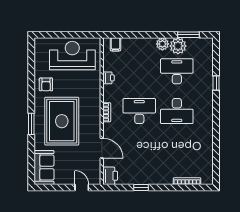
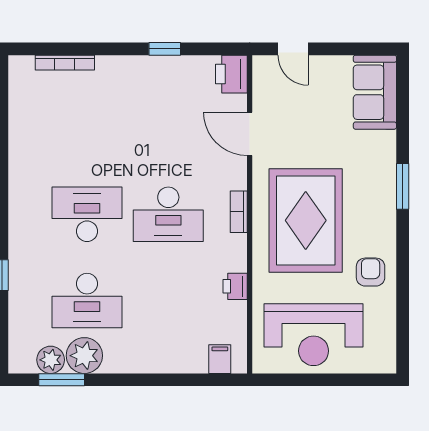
plant: (162, 44) -> (51, 360), moved
rug: (62, 121) -> (306, 220), moved

